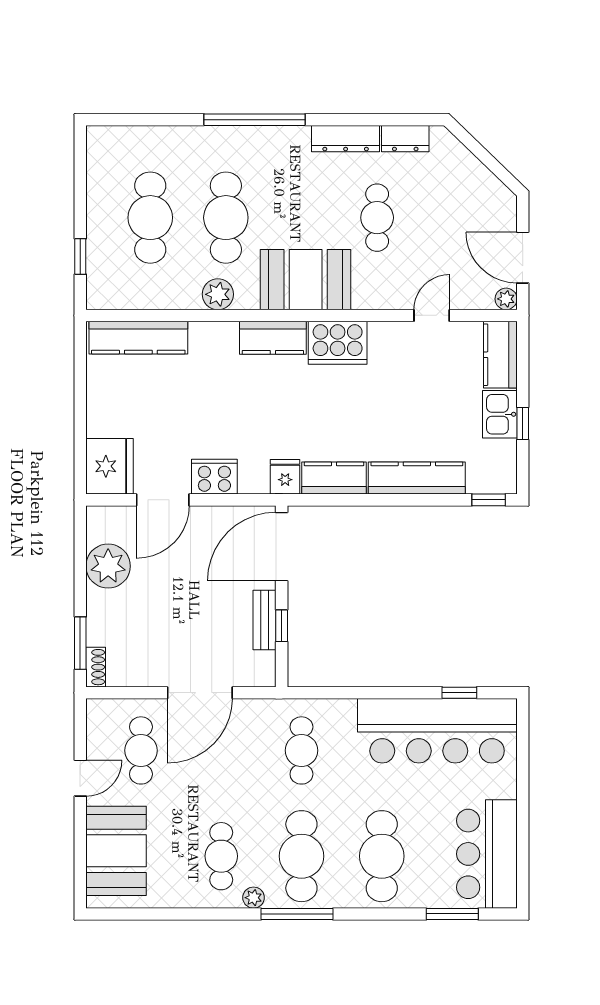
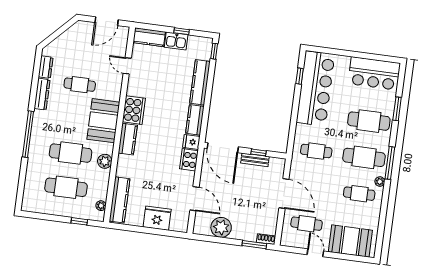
plant: (506, 299) -> (101, 206), moved
fridge: (110, 466) -> (157, 218), moved
cooker: (214, 477) -> (189, 160), moved
window: (452, 914) -> (397, 109), moved

